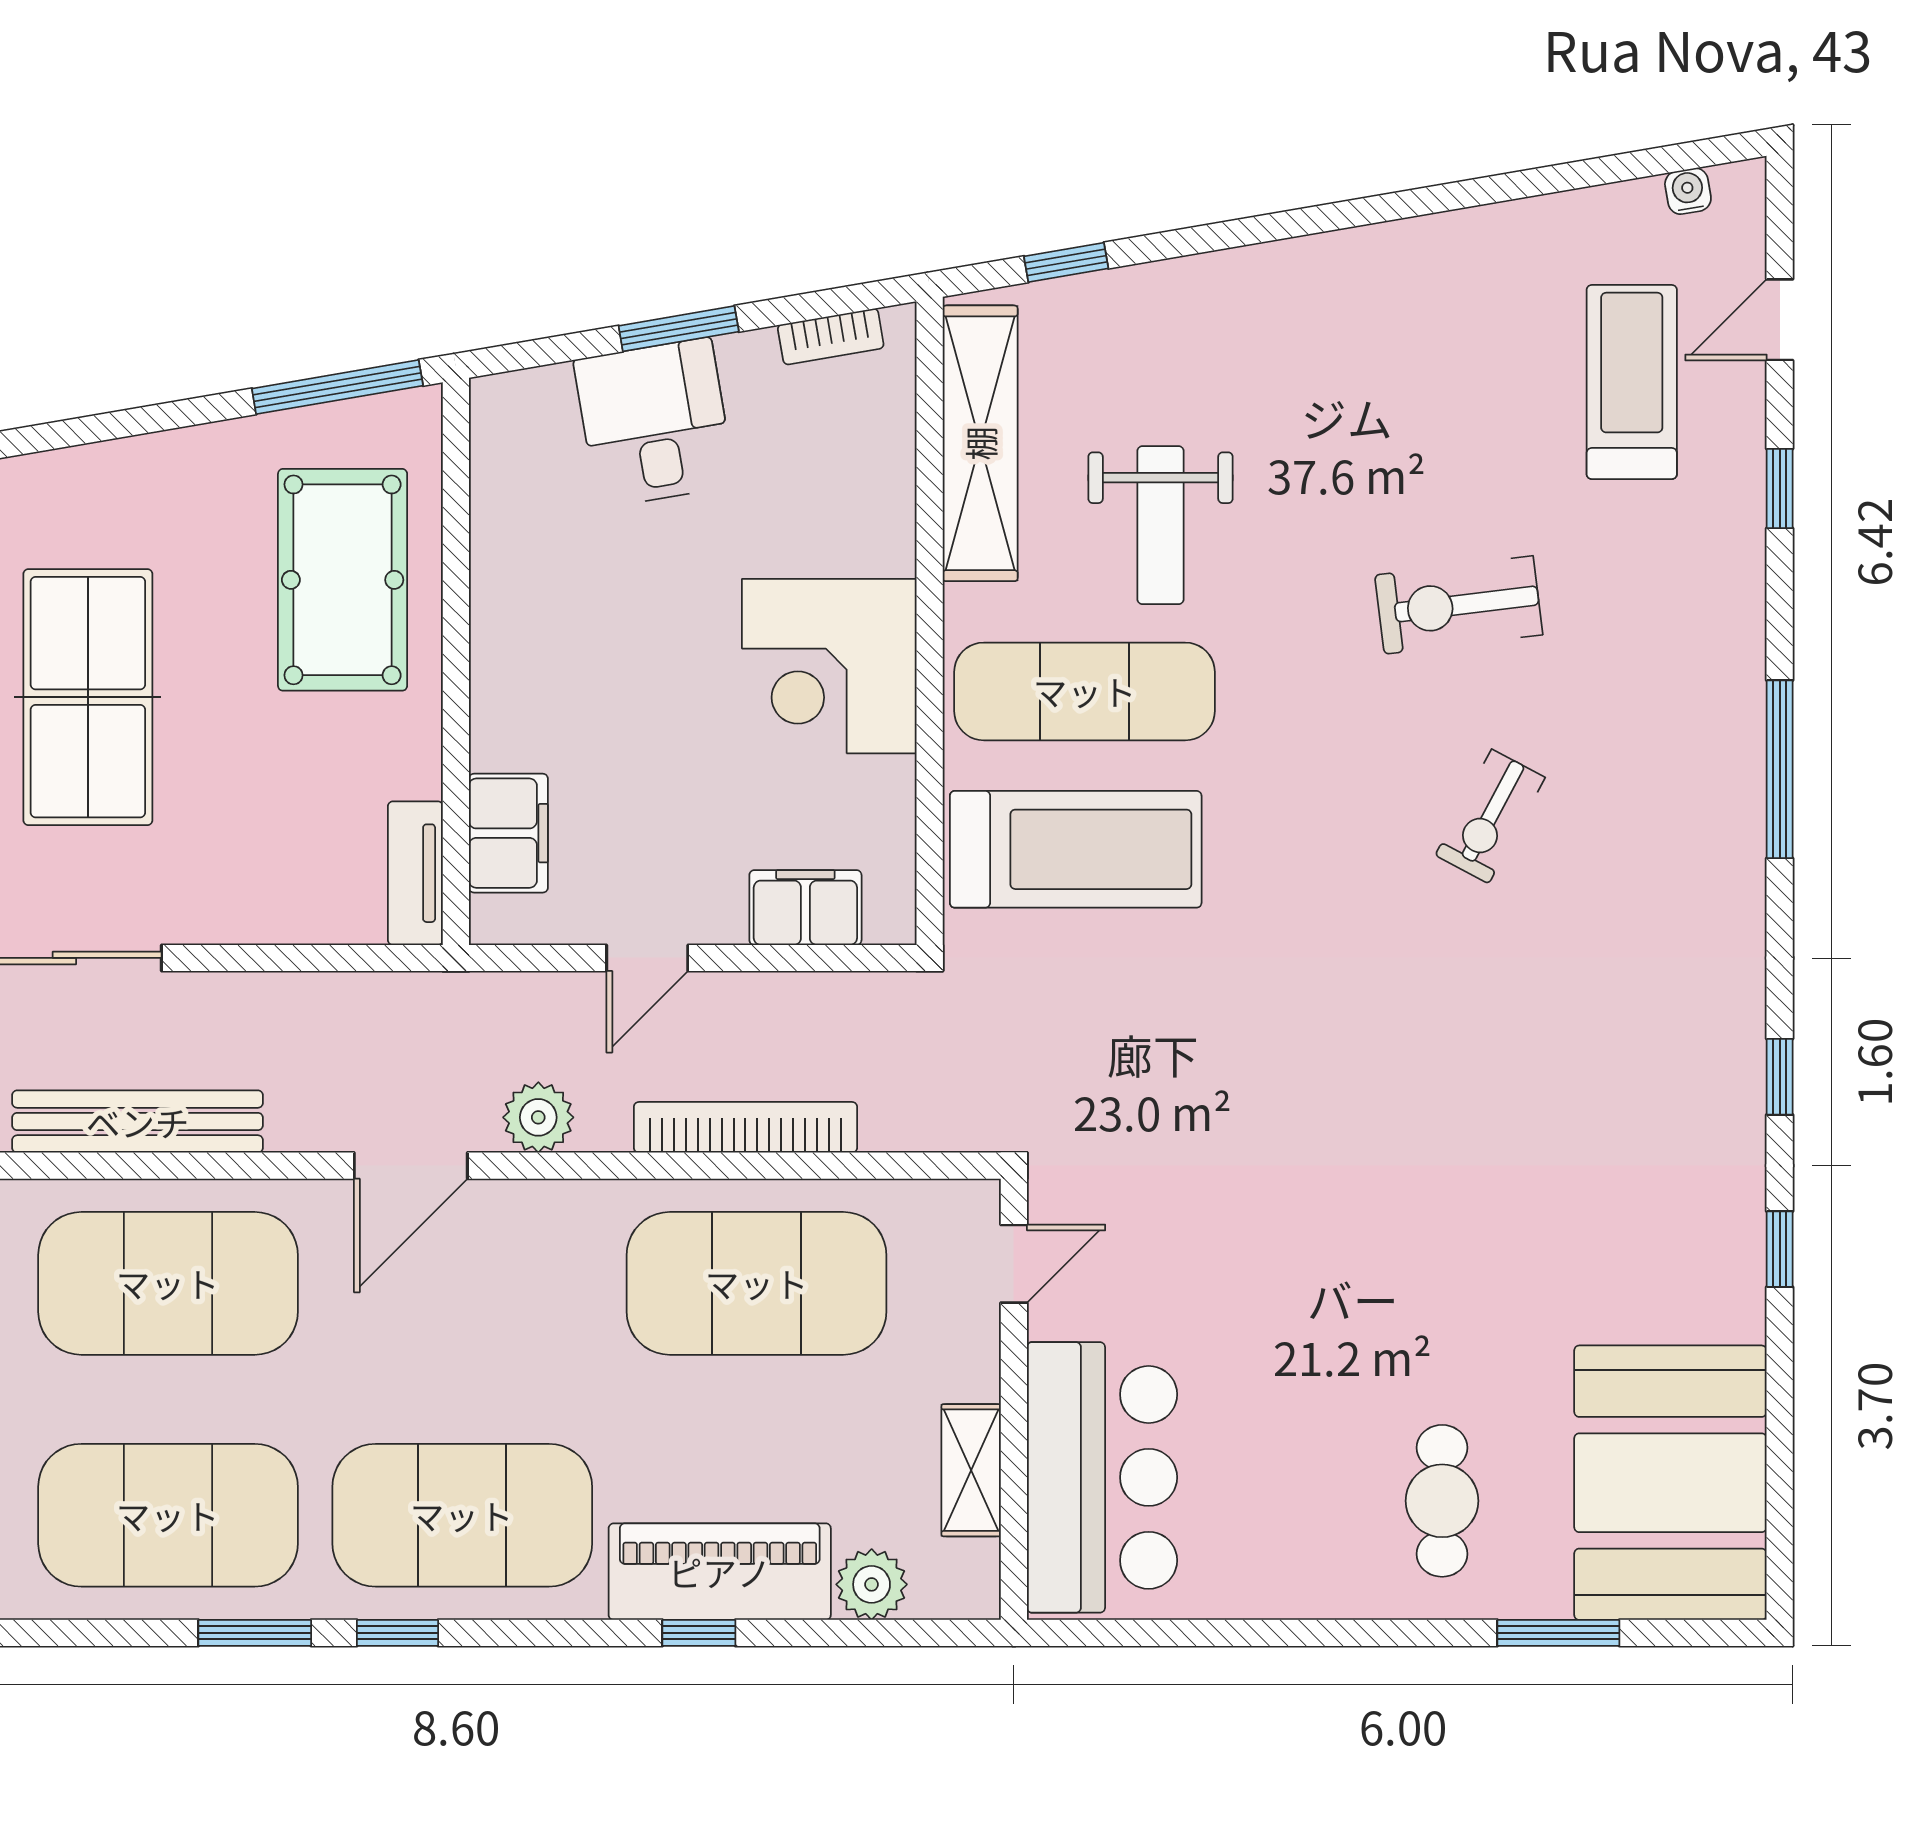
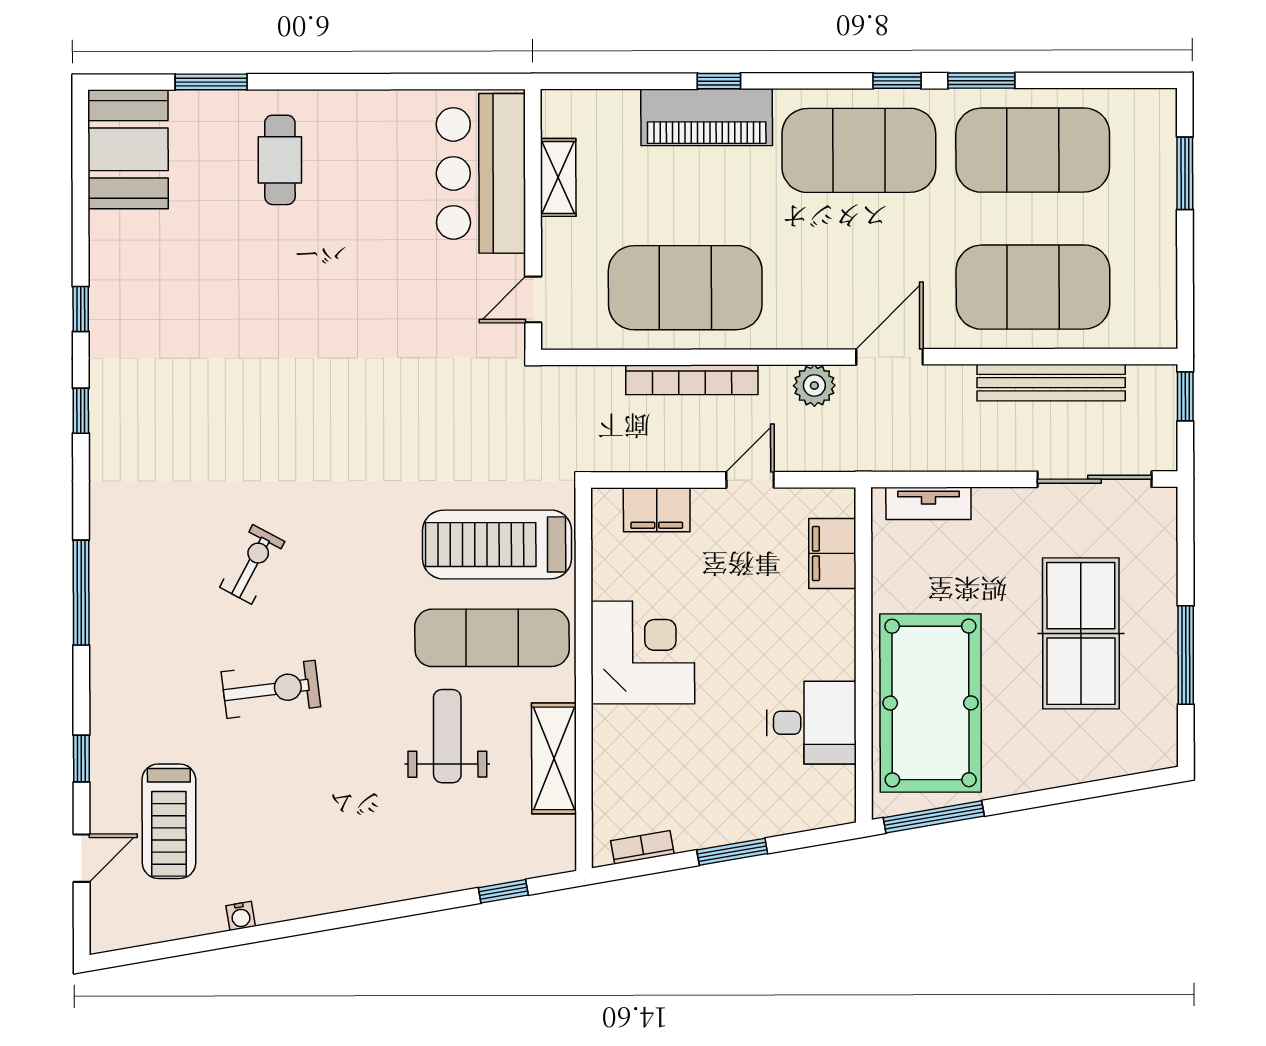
water cooler: (1688, 191) -> (241, 916), moved
desk: (654, 423) -> (811, 723), moved, turned -80
shelving: (980, 443) -> (554, 758), width x0.68
pool table: (343, 580) -> (931, 703), width x1.36, depth x1.32
tv unit: (415, 873) -> (928, 503), moved, turned 90
booth: (1670, 1483) -> (128, 149), width x0.73, depth x0.70
plant: (872, 1584) -> (617, 110), removed

